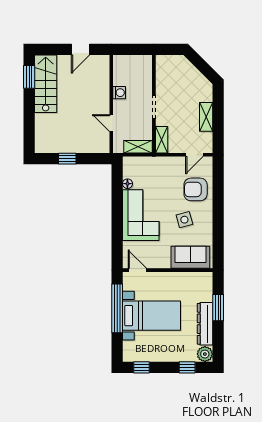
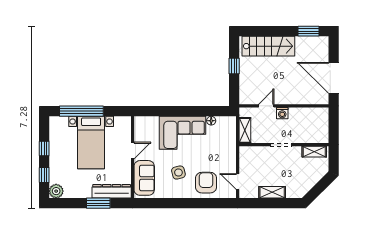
door: (80, 49) -> (334, 78), width x1.88
stairs: (46, 84) -> (268, 46), moved
washing machine: (119, 93) -> (282, 113), moved
shelving: (162, 140) -> (314, 152), moved
door: (137, 270) -> (133, 151), moved
window: (117, 308) -> (81, 111), moved
dresser: (205, 324) -> (112, 191), moved
window: (141, 367) -> (44, 149), moved

